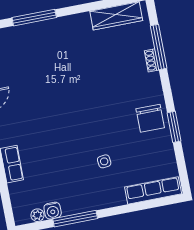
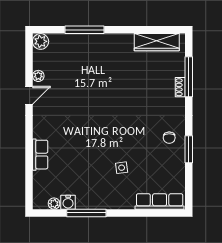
chair: (150, 118) -> (169, 138), width x0.54, depth x0.54

